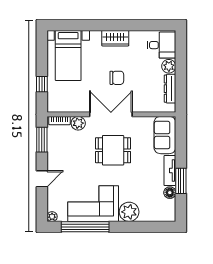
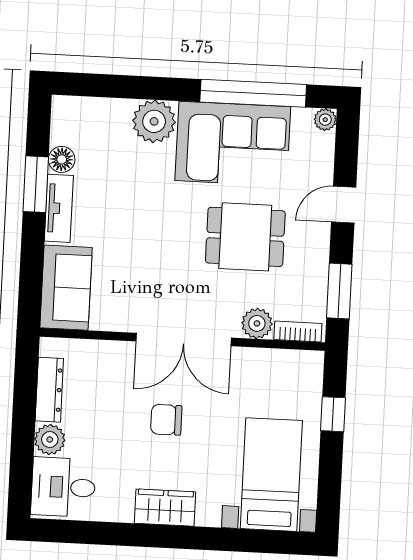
dining table: (113, 150) -> (245, 237), moved

